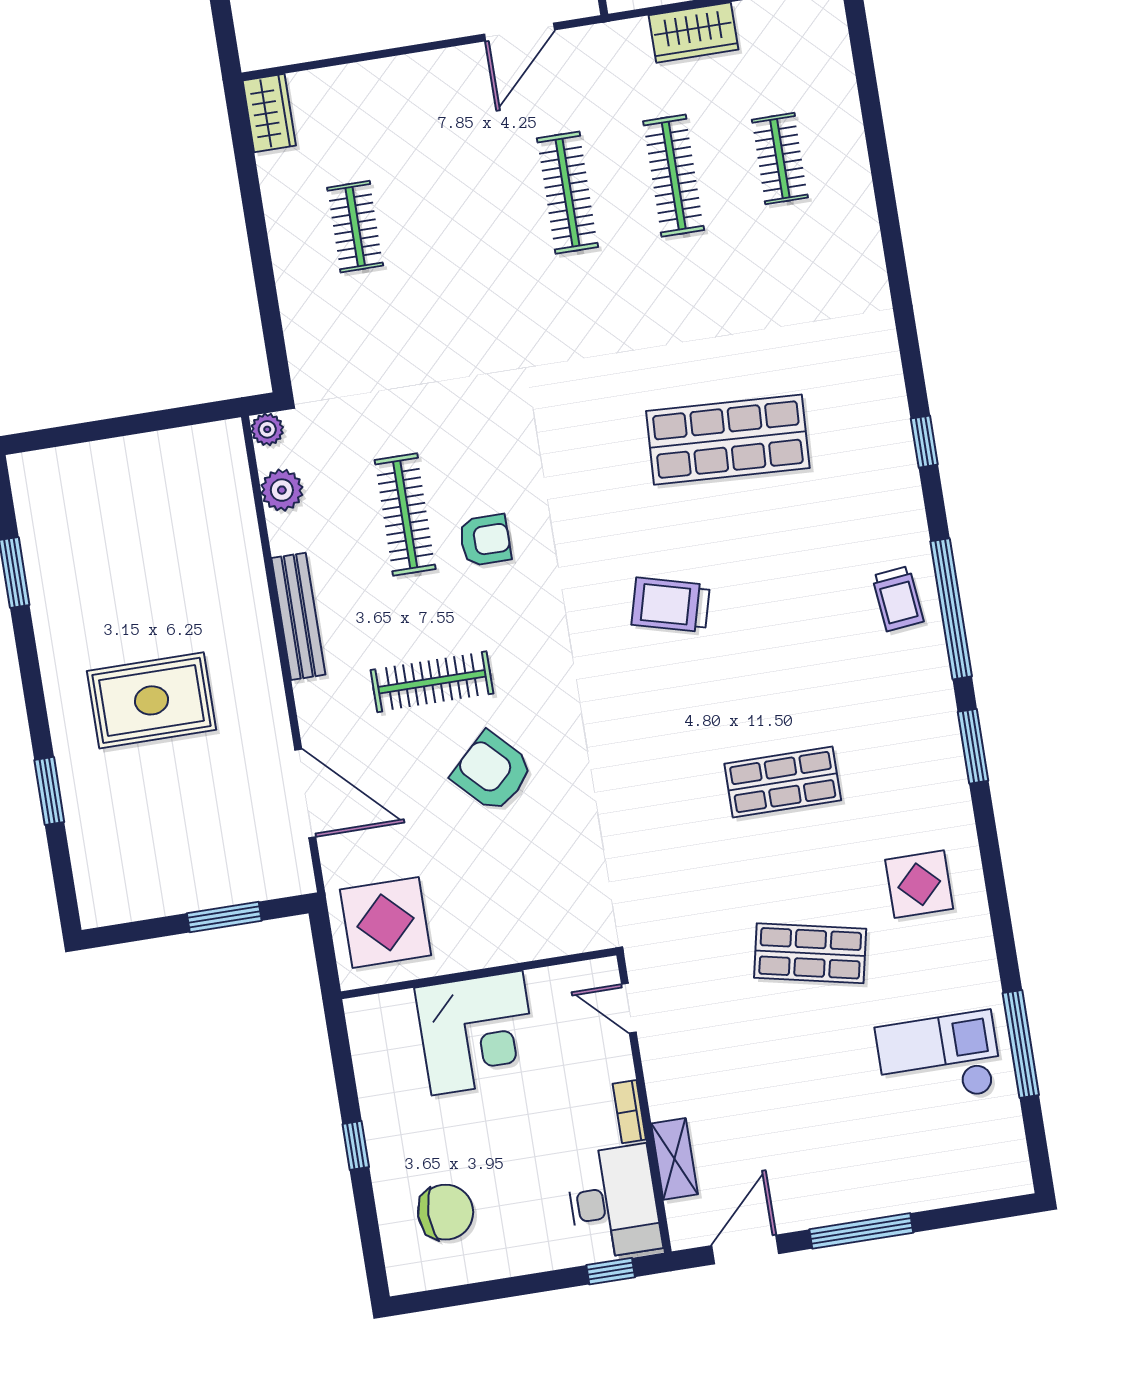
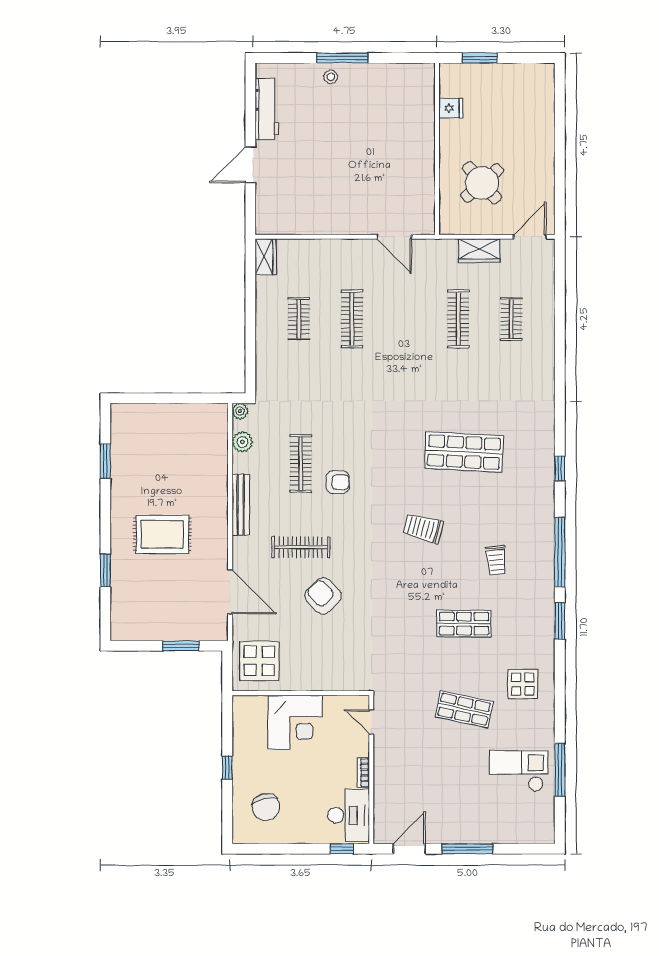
door: (519, 32) -> (394, 237), hinge flipped
clothes rail: (568, 193) -> (352, 319), moved
trolley: (898, 599) -> (496, 560), moved
shelving: (675, 1159) -> (382, 799), removed
chair: (446, 1212) -> (266, 807), turned 77

